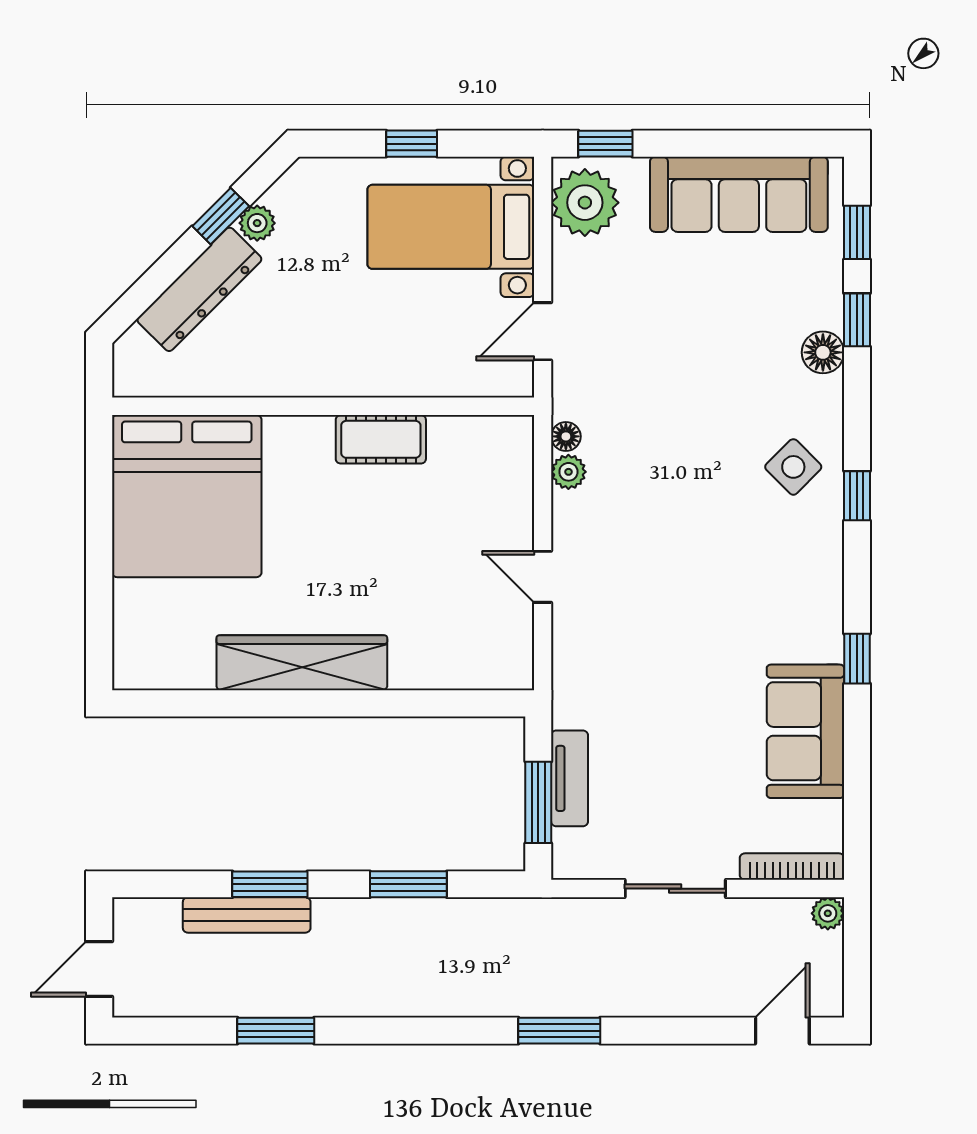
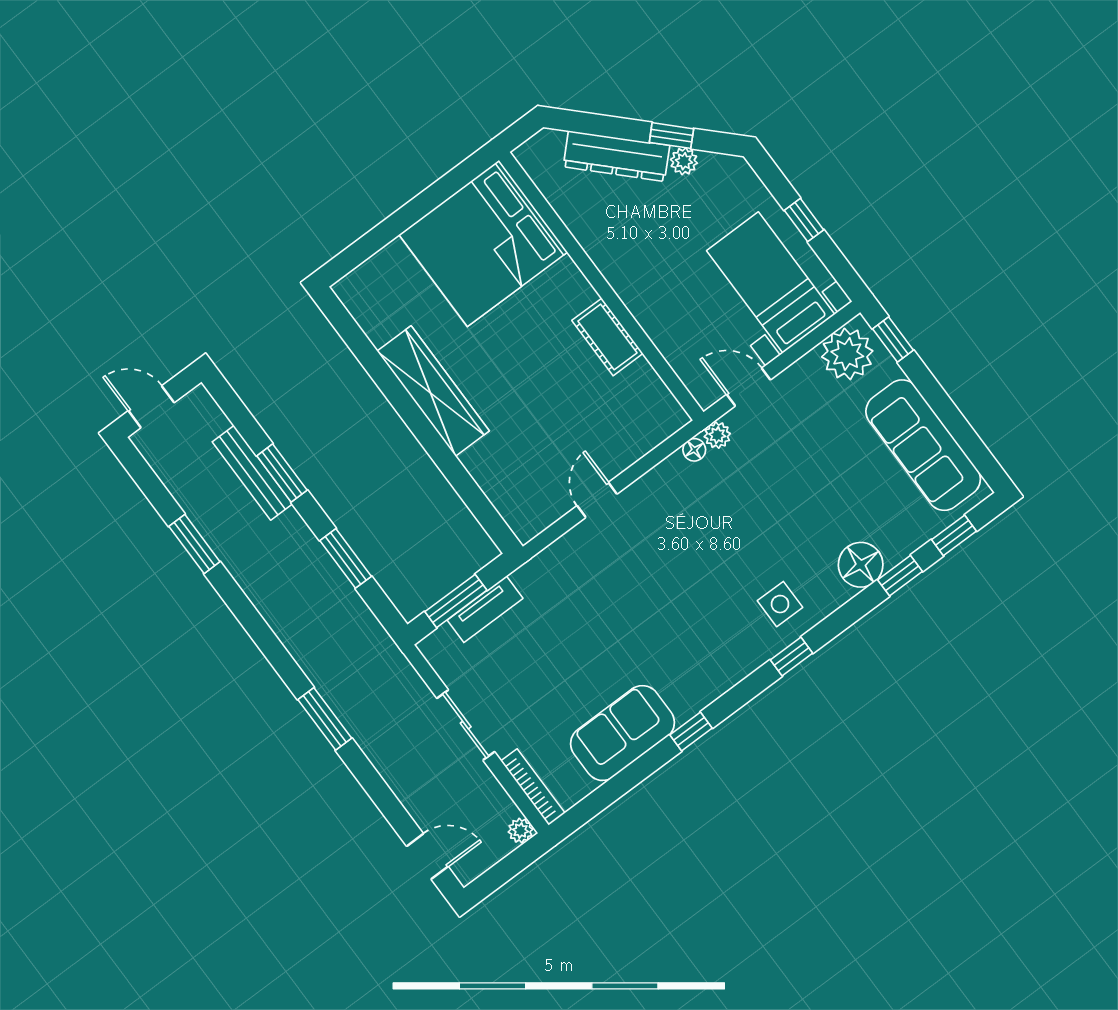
floor lamp: (823, 352) -> (861, 565), width x1.38, depth x1.38
side table: (793, 467) -> (780, 604), turned 45
plant: (568, 472) -> (717, 435), moved

